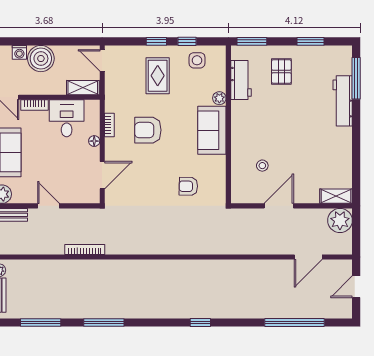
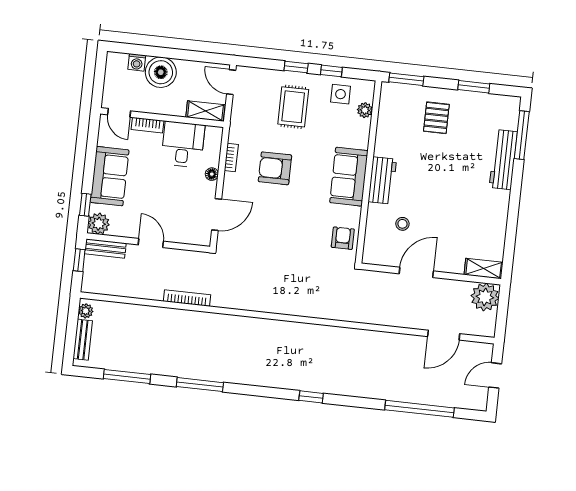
workbench: (241, 80) -> (382, 180), moved
plant: (219, 98) -> (365, 110), moved
armchair: (188, 186) -> (343, 238), moved, turned 89

